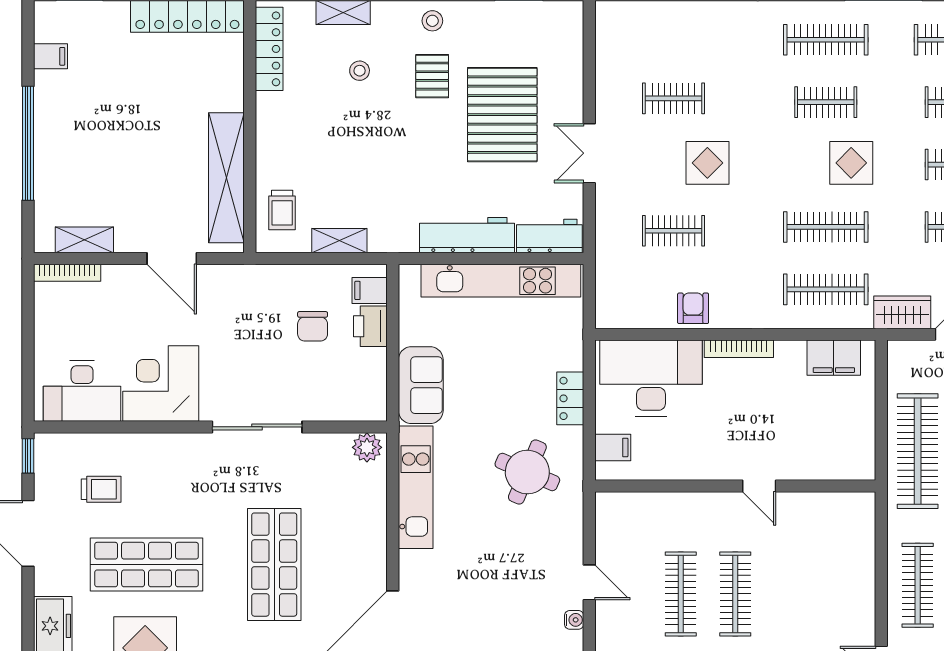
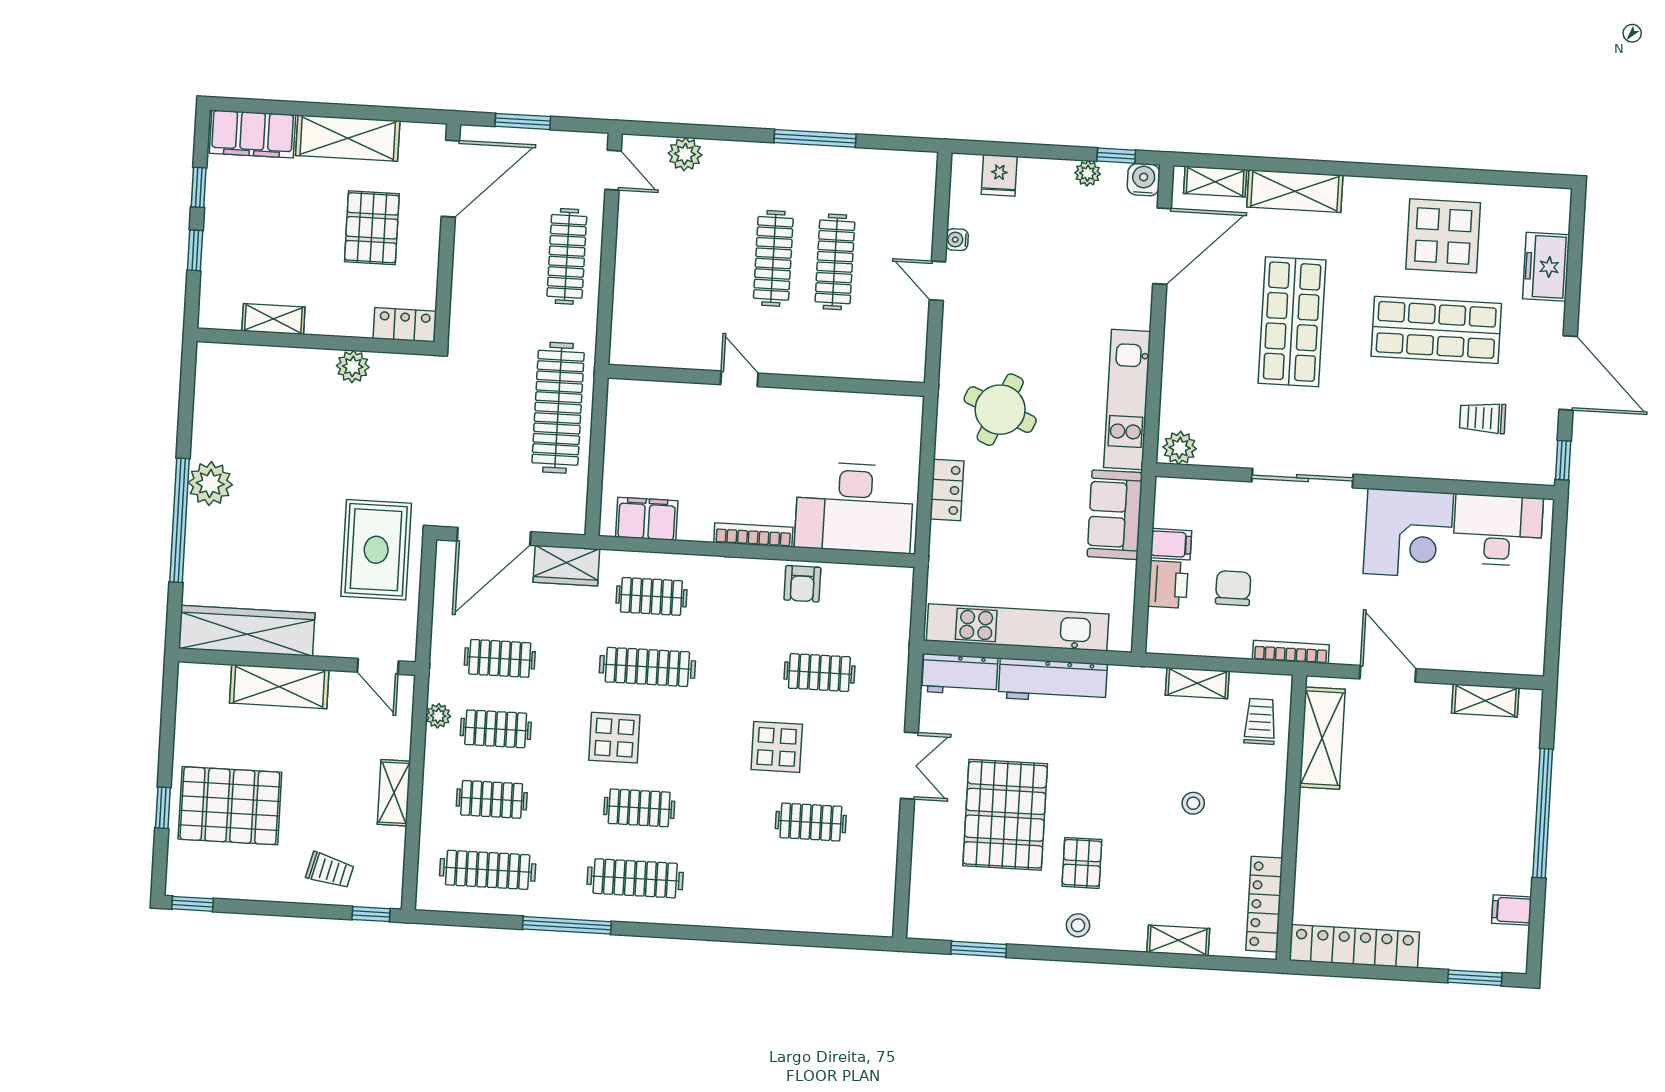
stool: (360, 71) -> (1193, 803), moved
shelving: (226, 178) -> (1322, 738), width x0.68
bookcase: (67, 273) -> (1291, 652), moved
clothes rail: (826, 289) -> (651, 596), width x0.73
filing cabinet: (370, 290) -> (1171, 544), moved
filing cabinet: (613, 447) -> (902, 432), removed

